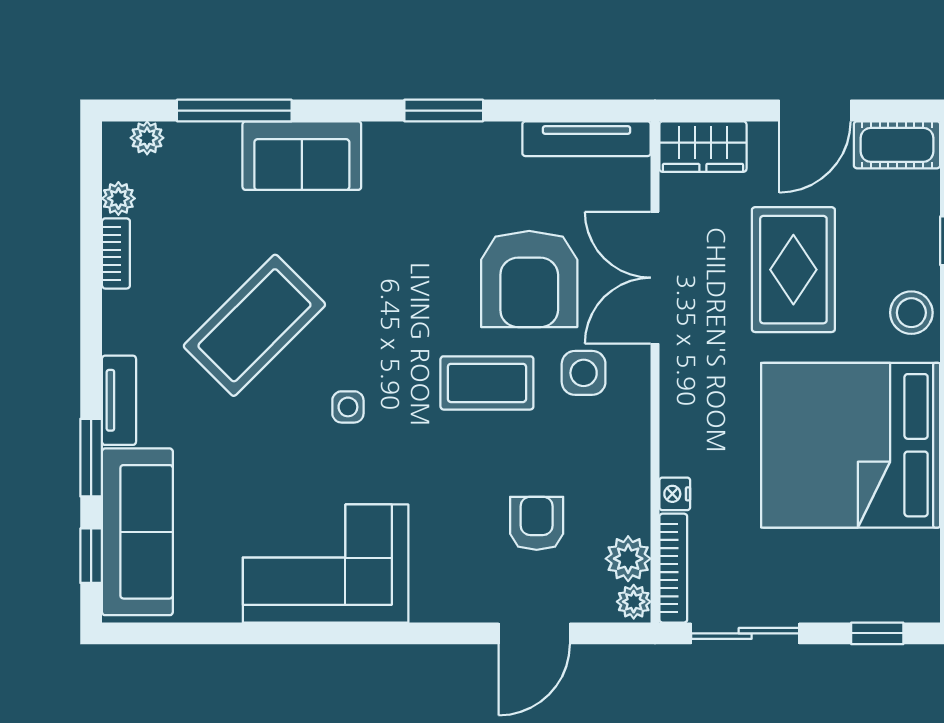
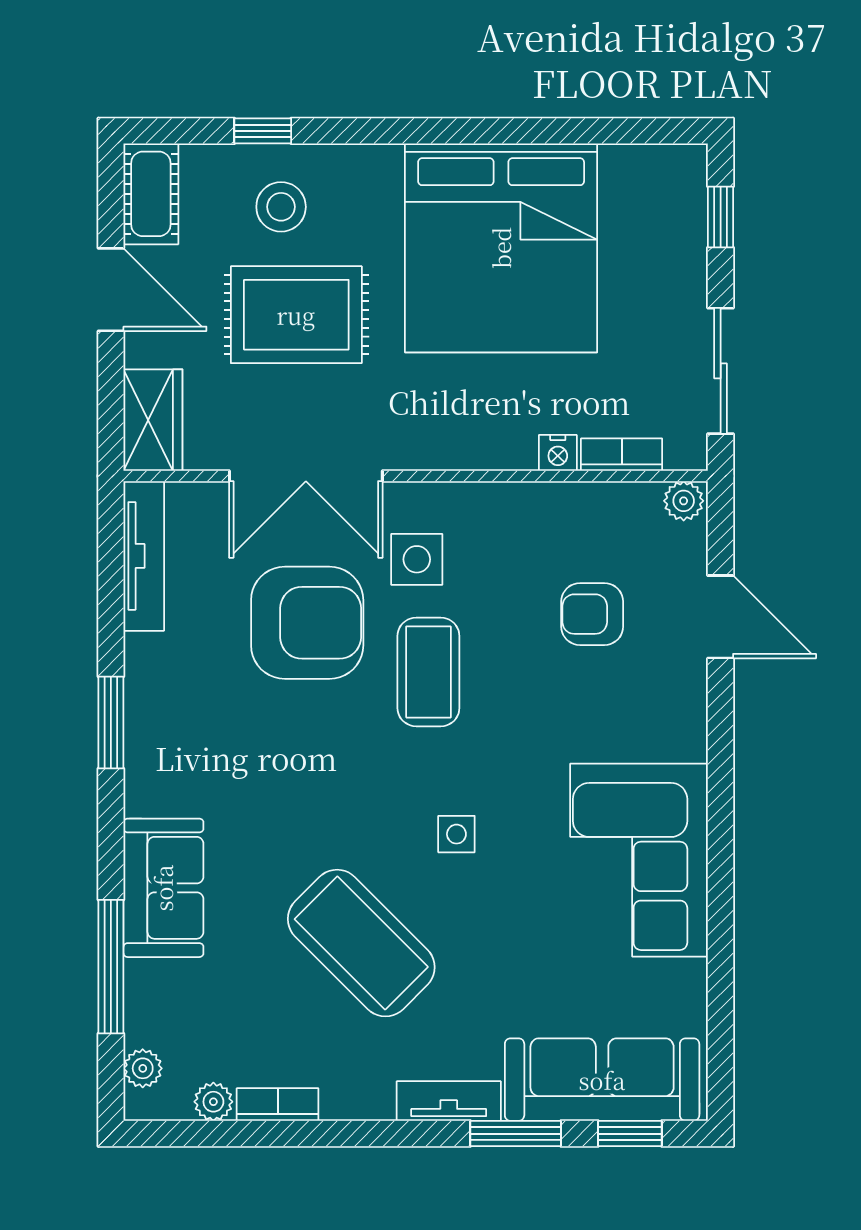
stool: (911, 313) -> (281, 207), moved
plant: (628, 559) -> (633, 507), removed
bookcase: (673, 568) -> (622, 455), width x0.64

